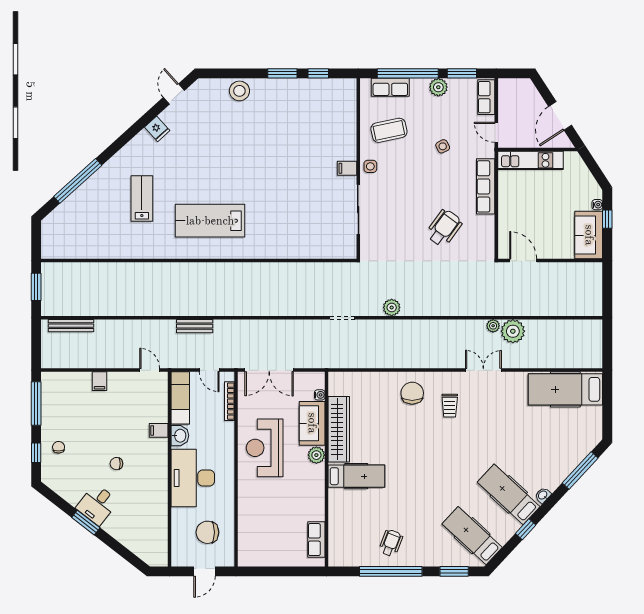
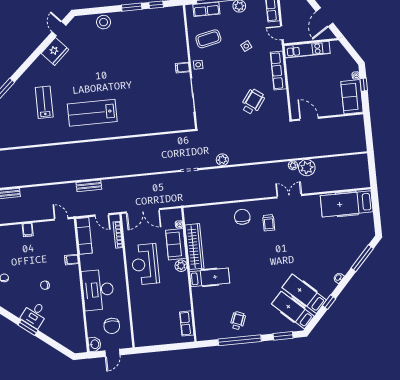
fridge: (157, 129) -> (55, 51), width x1.88, depth x1.34
washbasin: (180, 436) -> (95, 344), moved
hospital bed: (509, 494) -> (304, 294), moved
chair: (207, 532) -> (112, 326), turned -90

